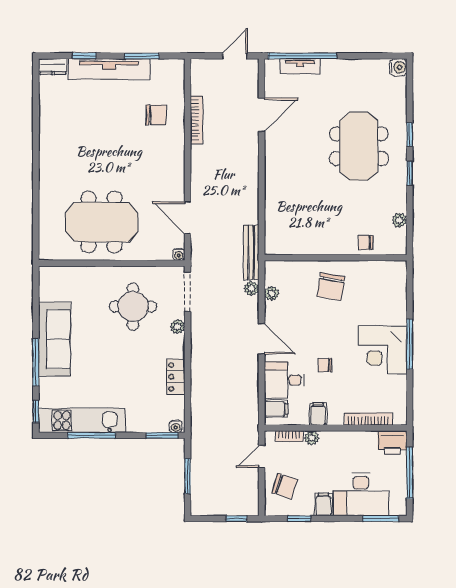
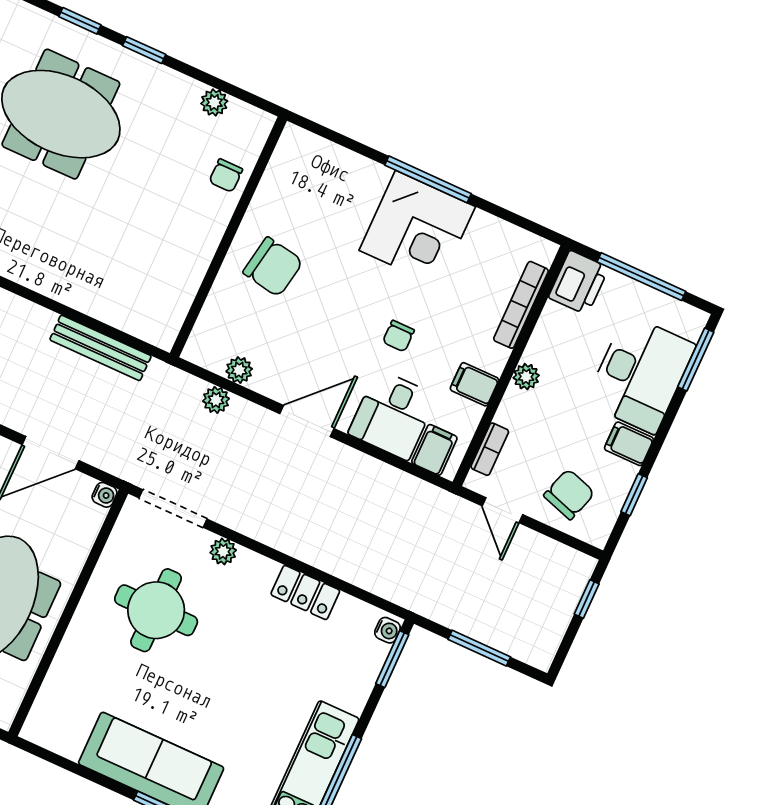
bench: (251, 252) -> (100, 348), moved
plant: (312, 438) -> (526, 377), moved

